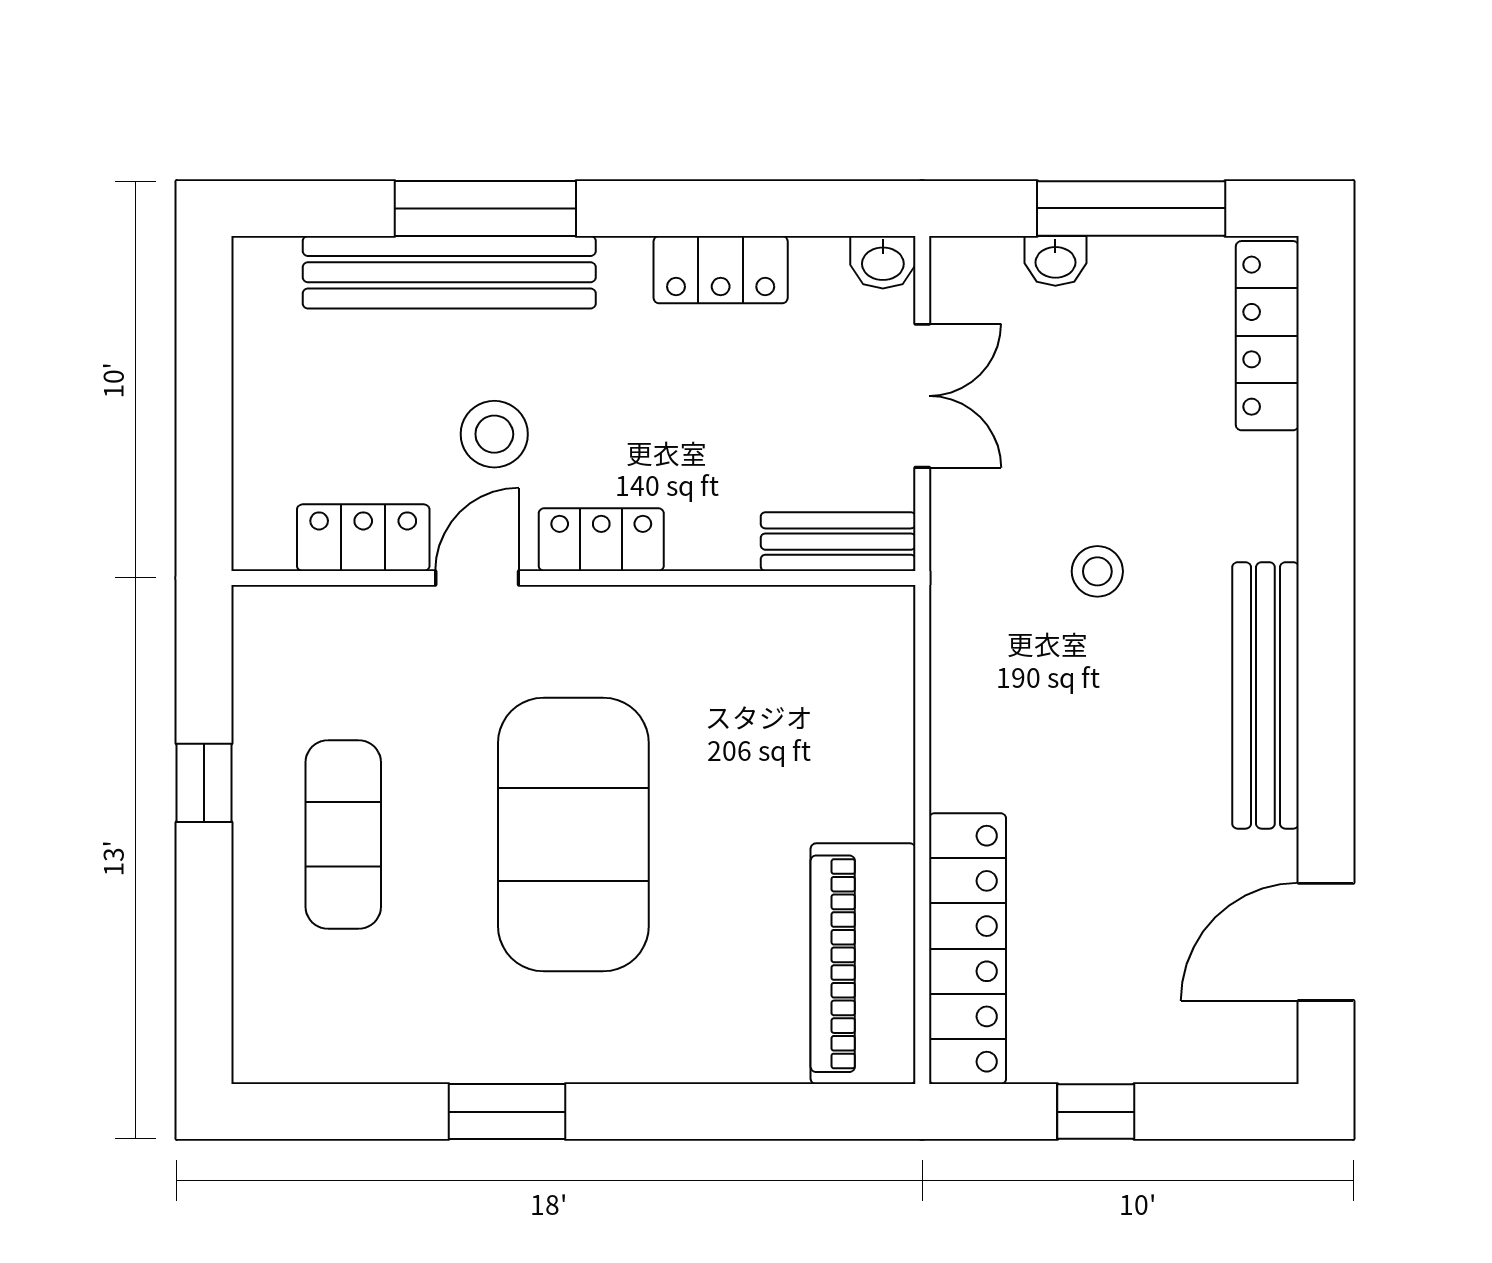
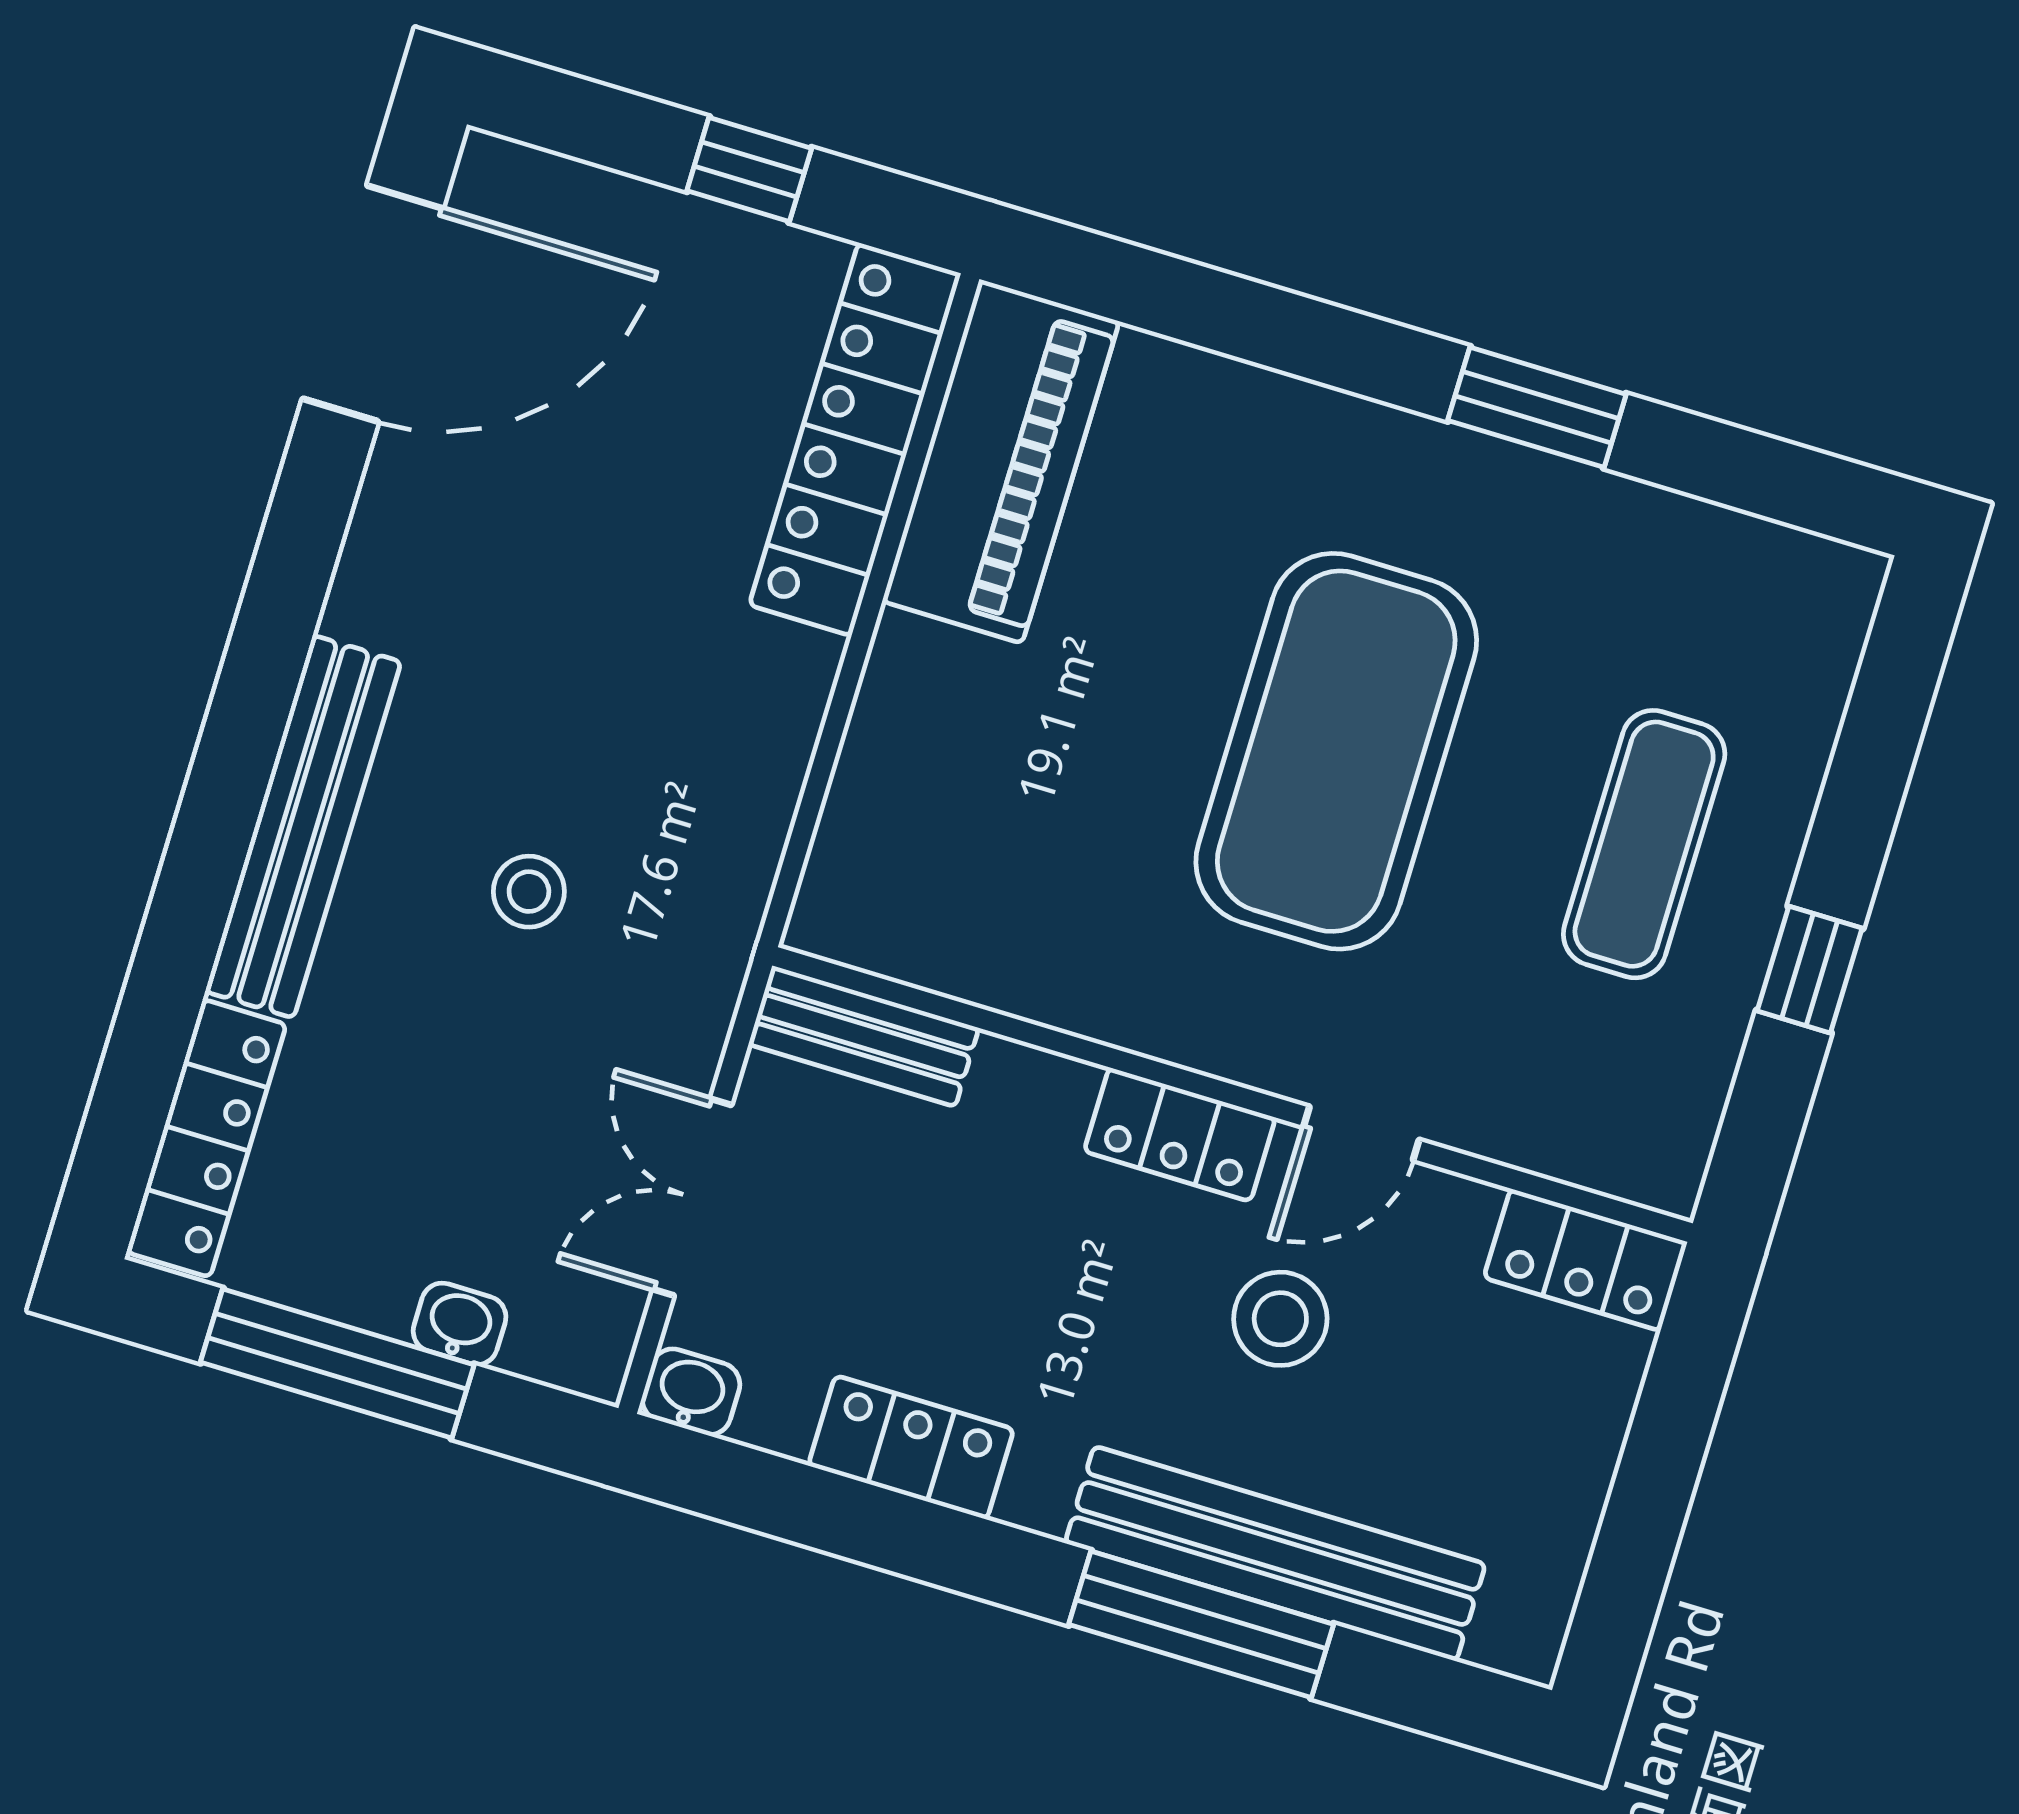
locker: (363, 538) -> (1586, 1260), moved
bench: (1265, 695) -> (303, 827), moved
door: (1326, 942) -> (373, 304), width x1.36

